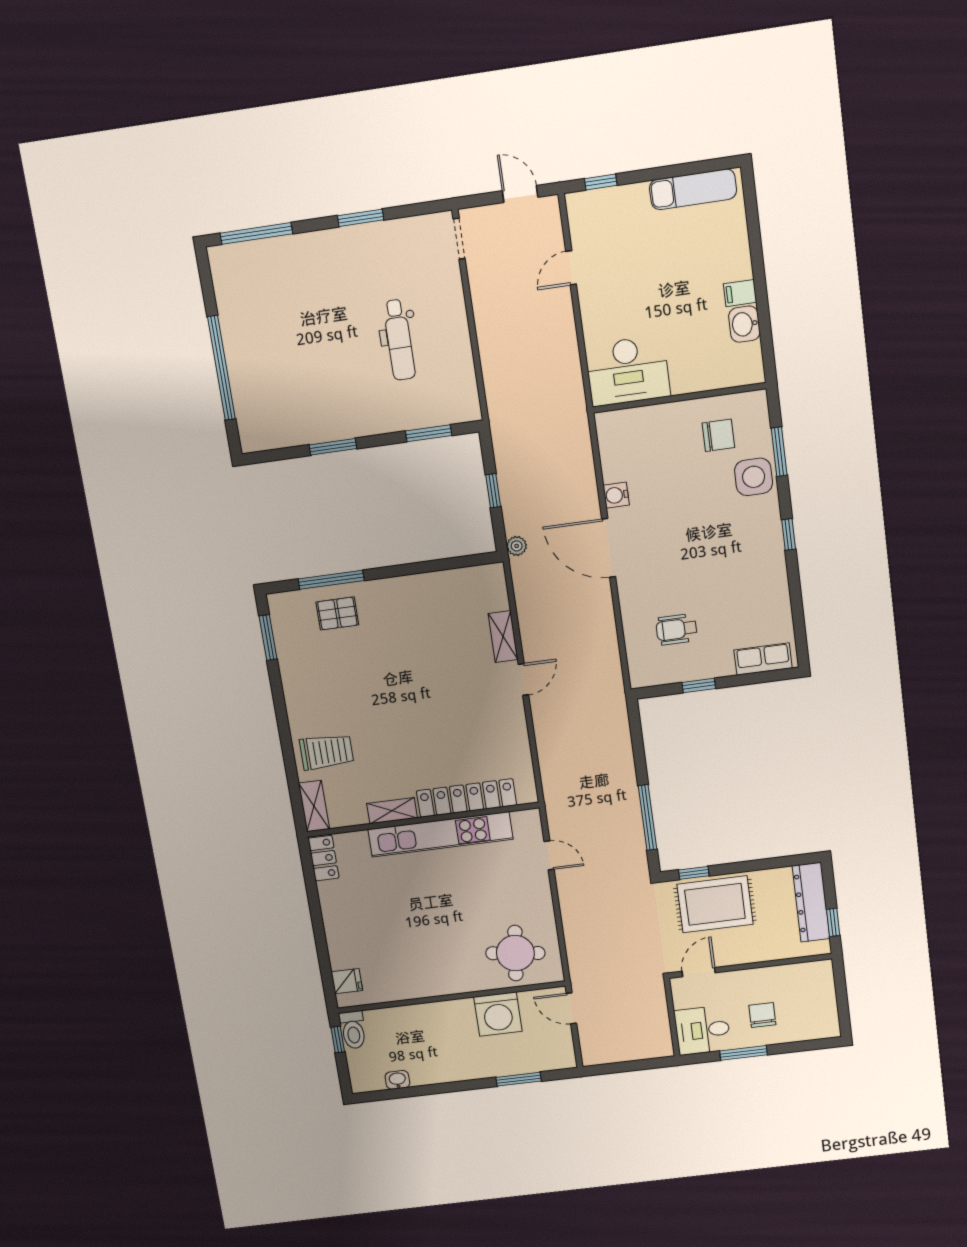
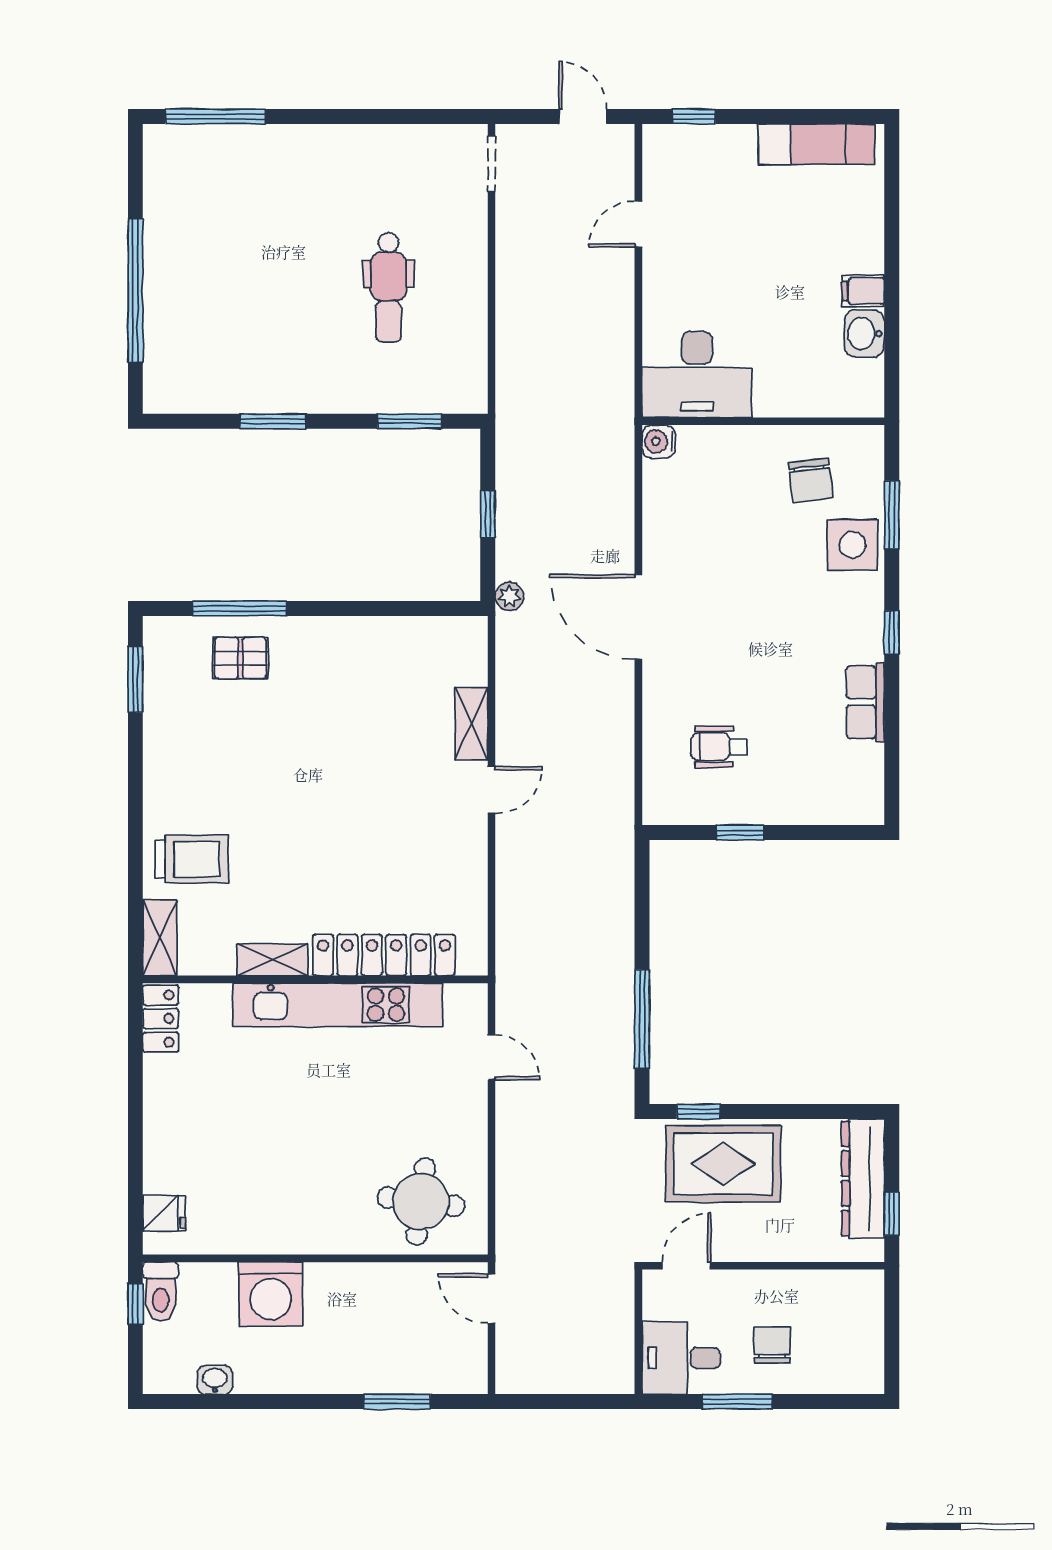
window: (361, 218) -> (362, 117), removed
chair: (718, 435) -> (811, 480), turned 83
water cooler: (616, 495) -> (659, 441), moved
row of seats: (763, 659) -> (865, 702), moved, turned -90
washing machine: (498, 1014) -> (271, 1294), moved

